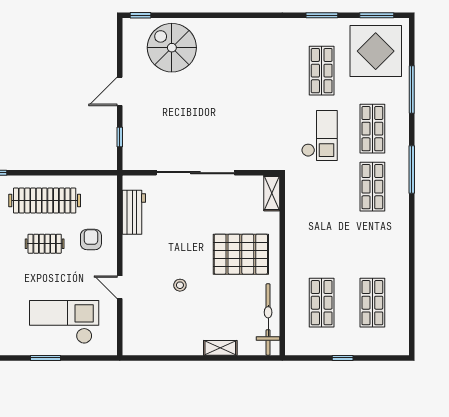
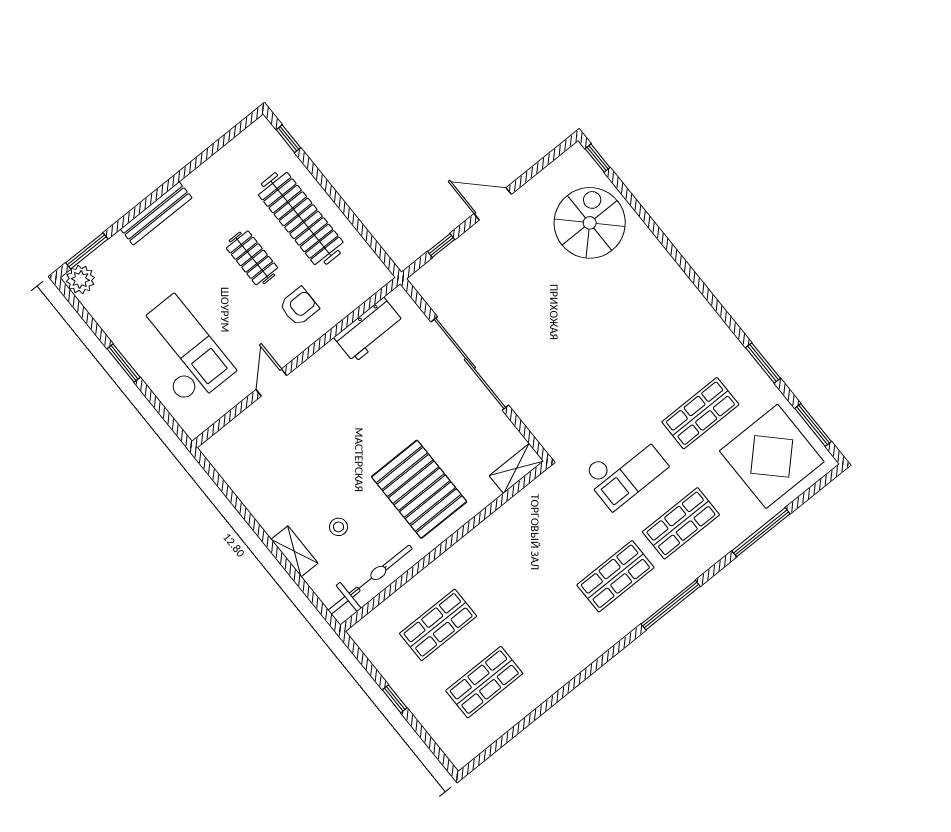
stool: (180, 285) -> (339, 527), moved

